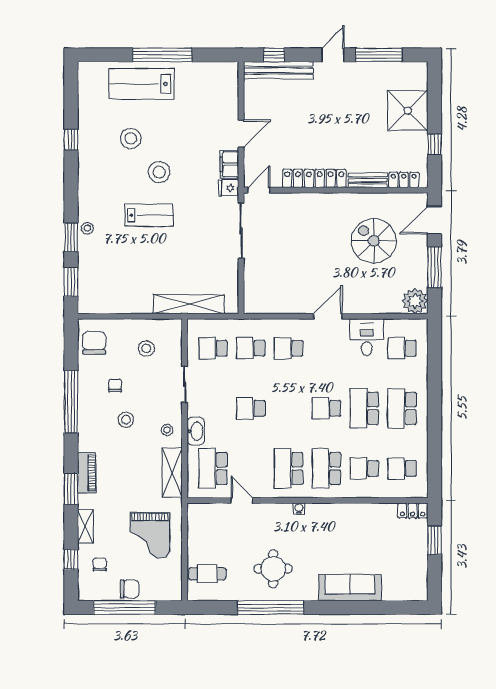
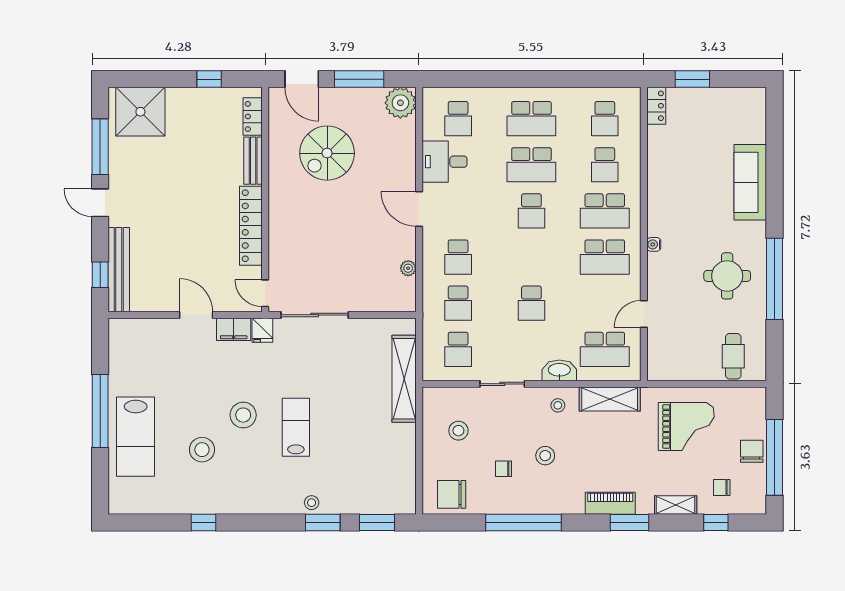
shower: (408, 111) -> (140, 112), moved
plant: (279, 307) -> (408, 268), added

